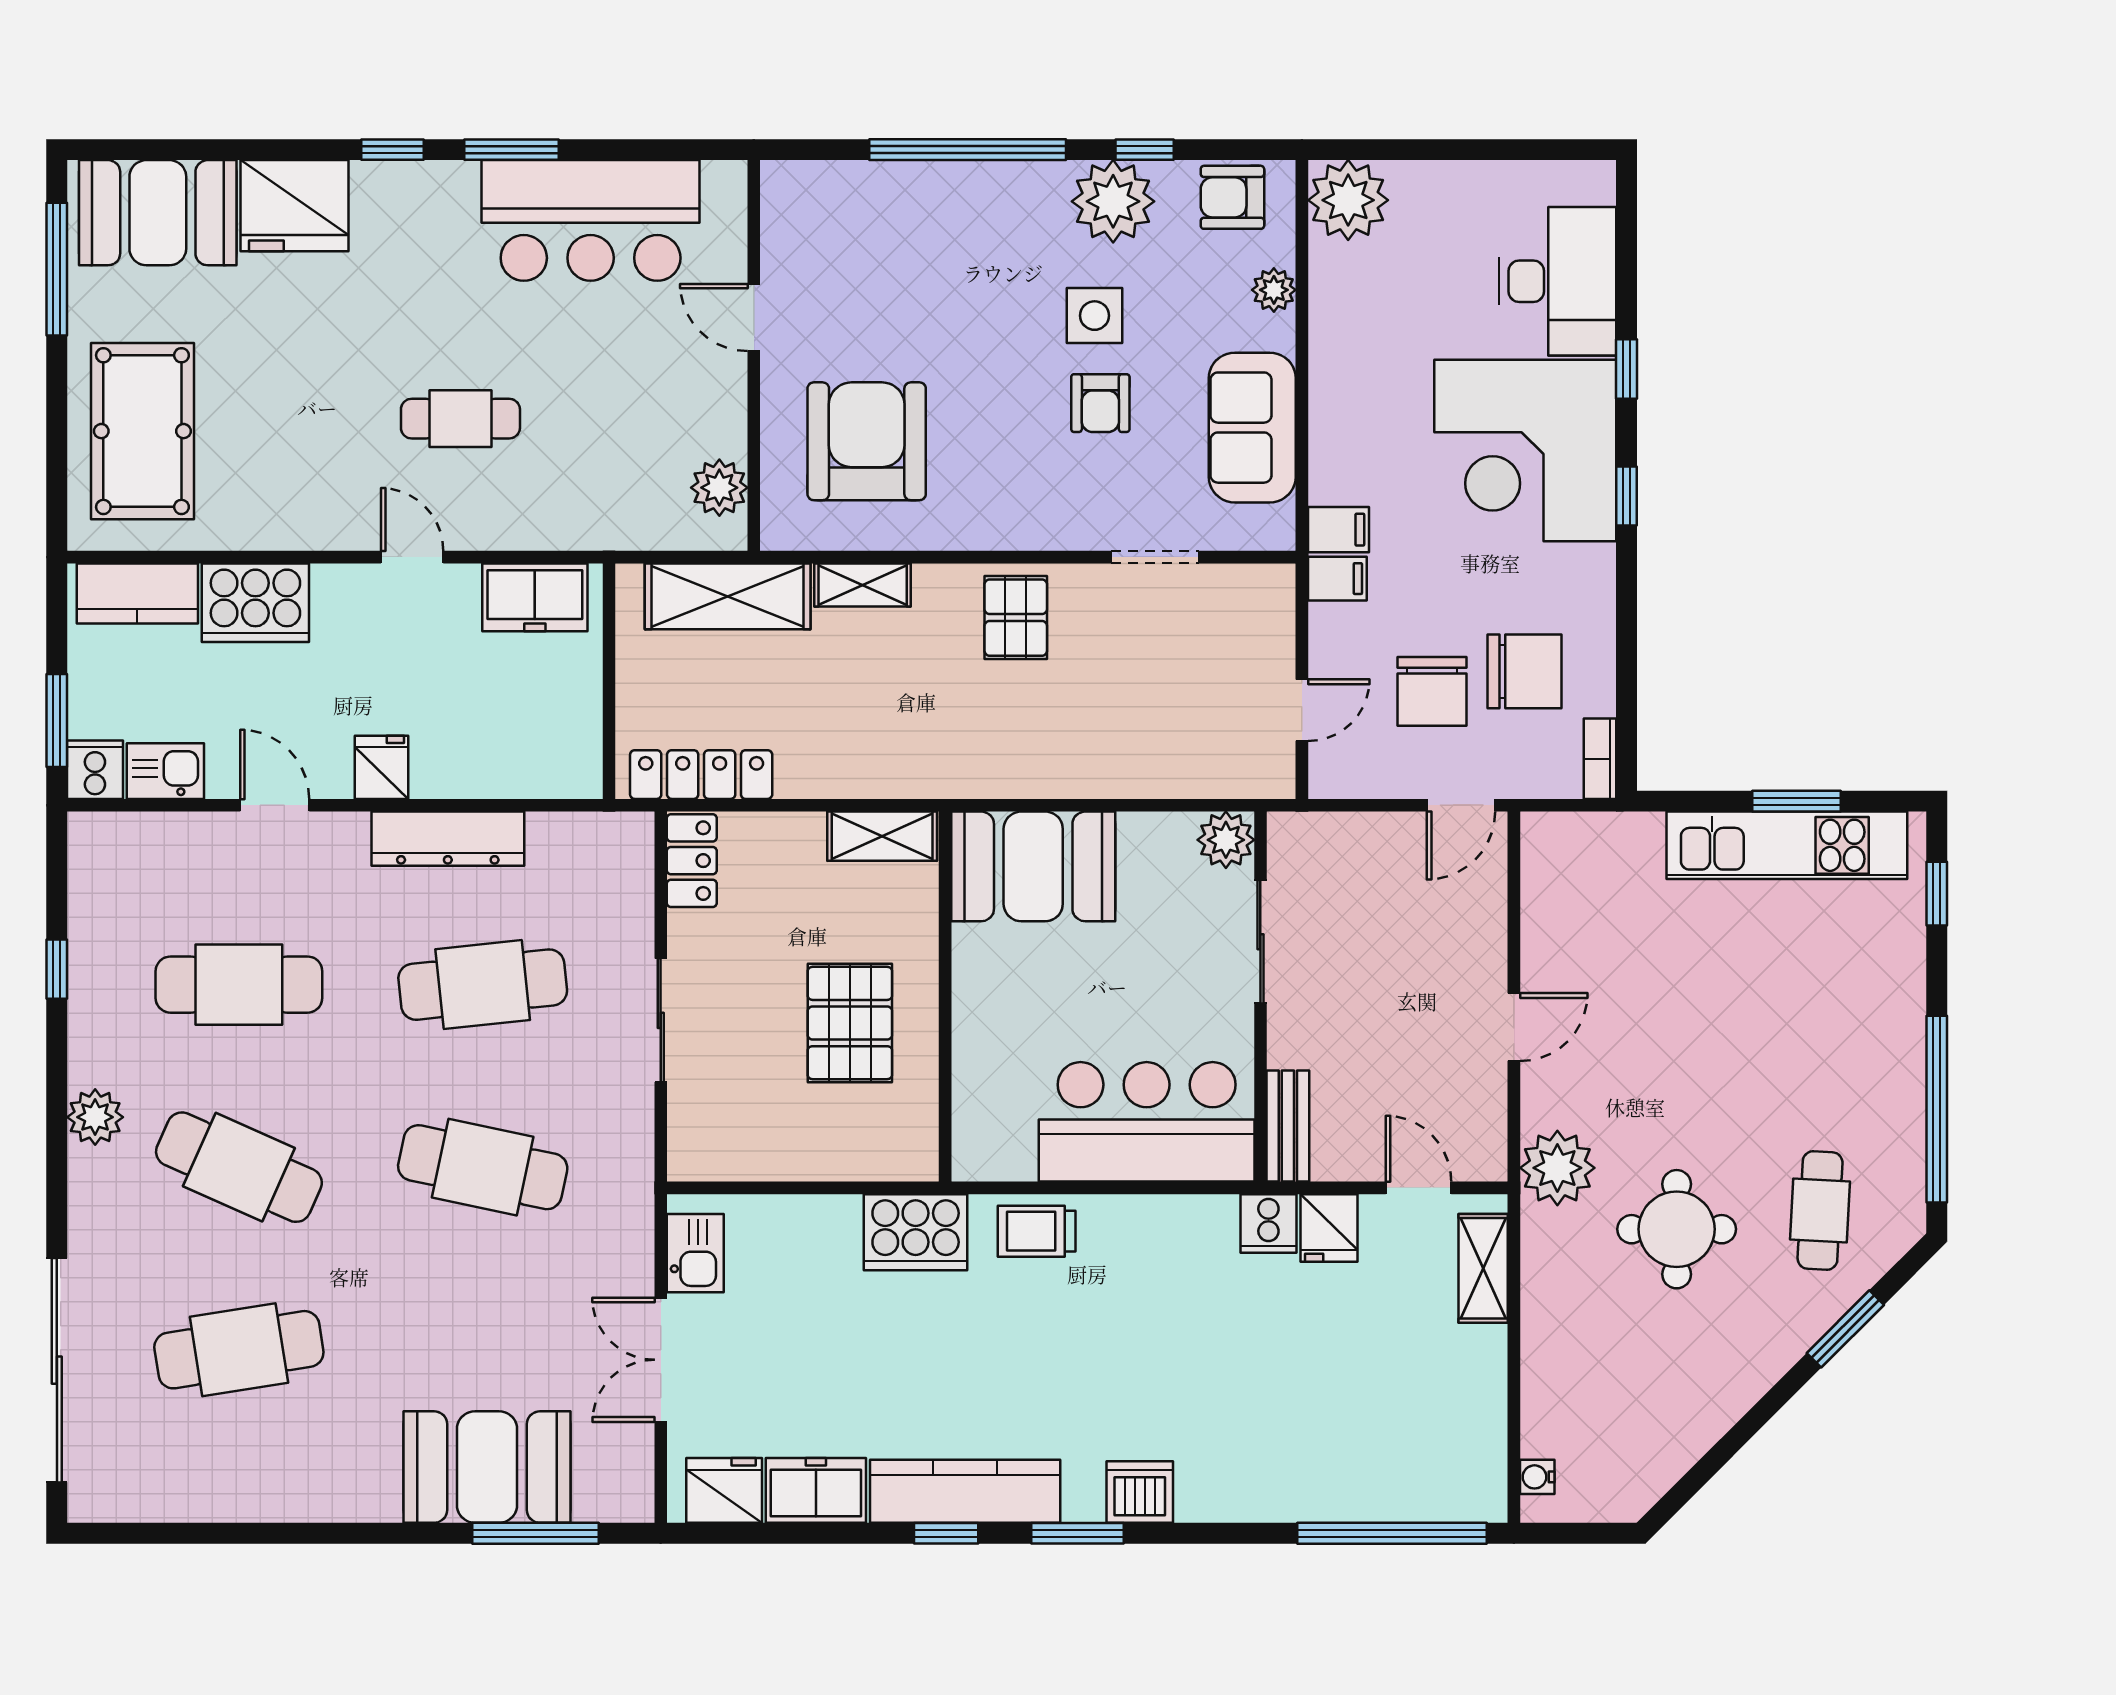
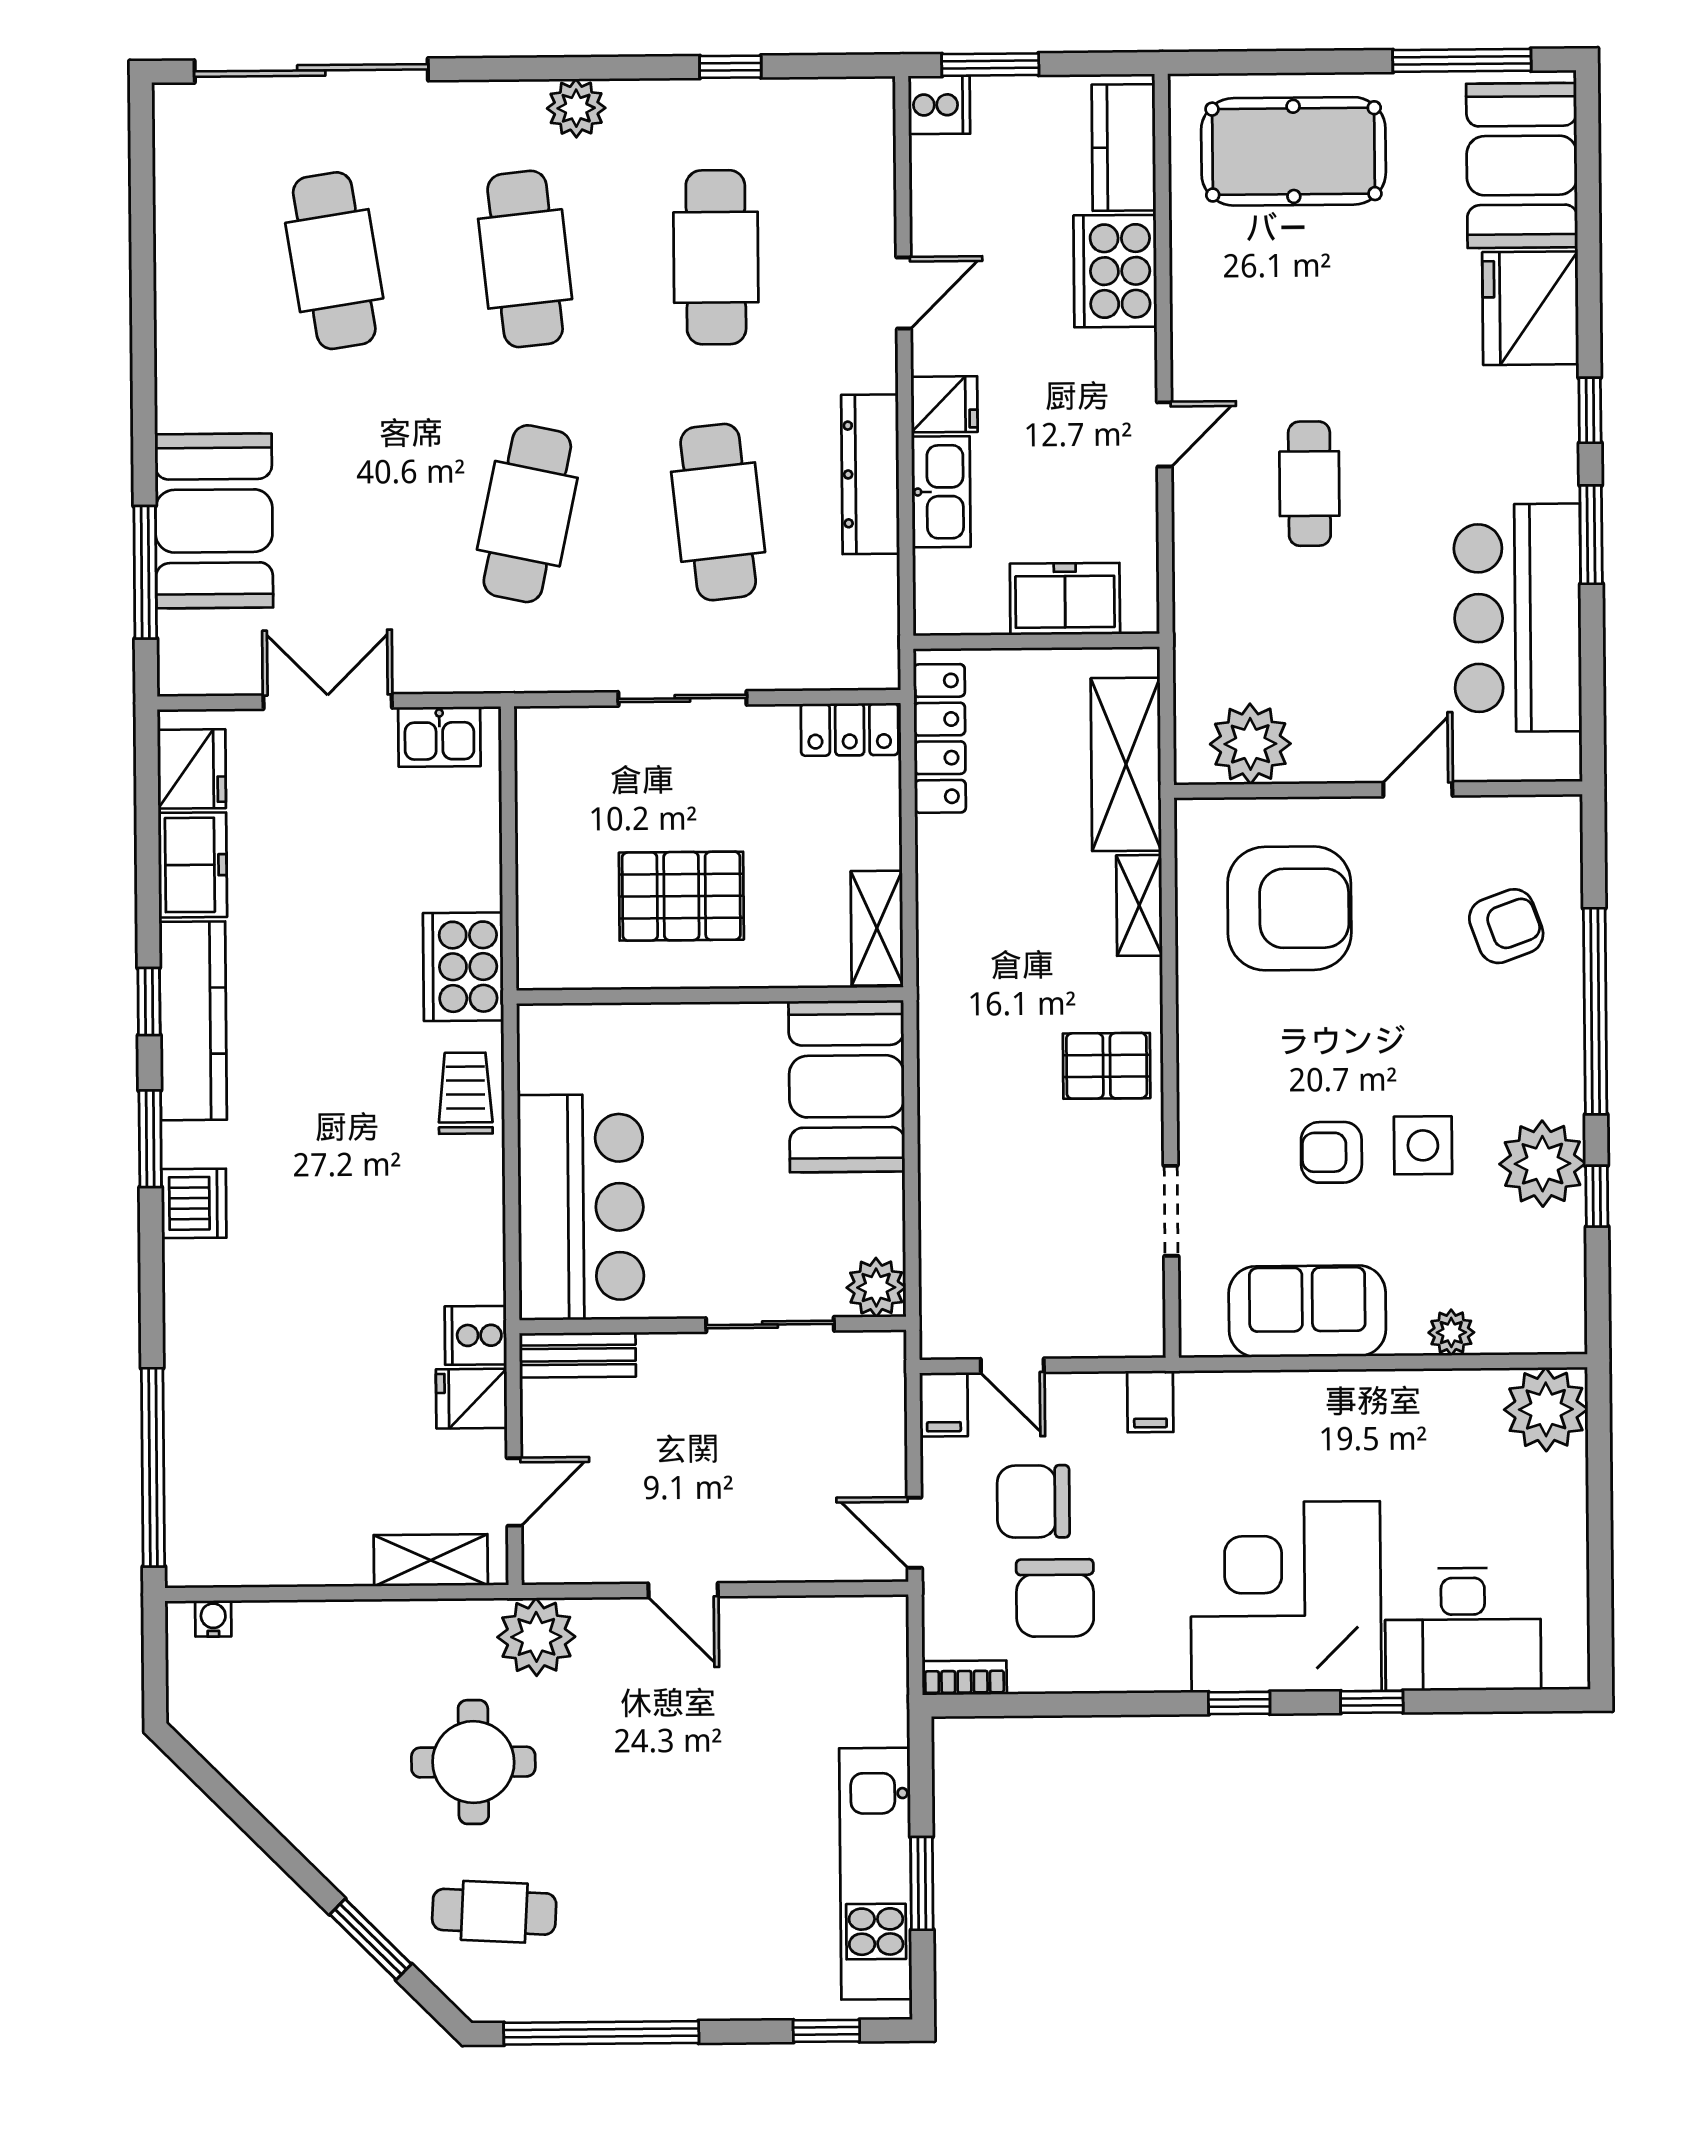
armchair: (1232, 197) -> (1506, 926), moved, turned 70
plant: (719, 488) -> (1250, 744), width x1.36, depth x1.36
filing cabinet: (1338, 530) -> (944, 1405), moved
freezer: (535, 597) -> (1065, 599), moved, turned 90
kitchen sink: (165, 771) -> (941, 492), moved, width x1.38
cafe table: (239, 1167) -> (525, 259), turned -30

